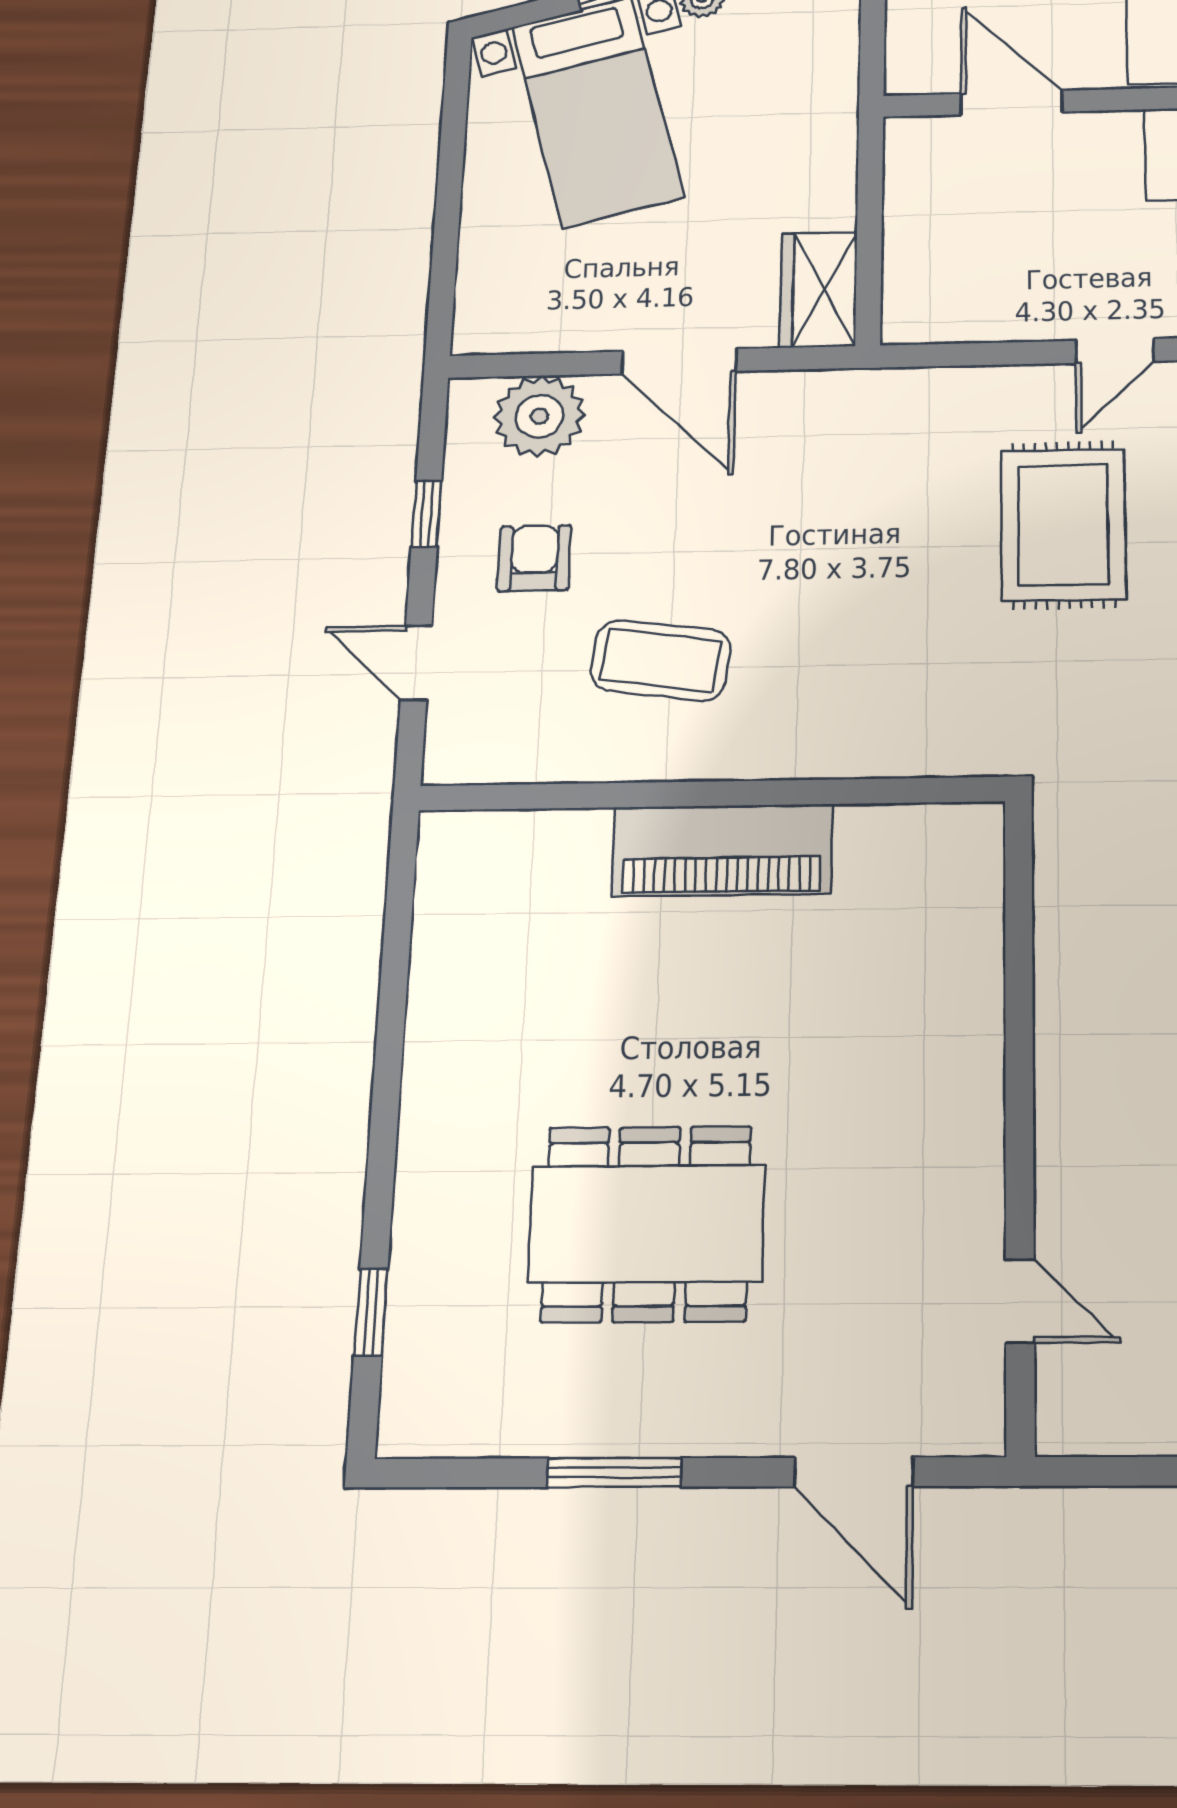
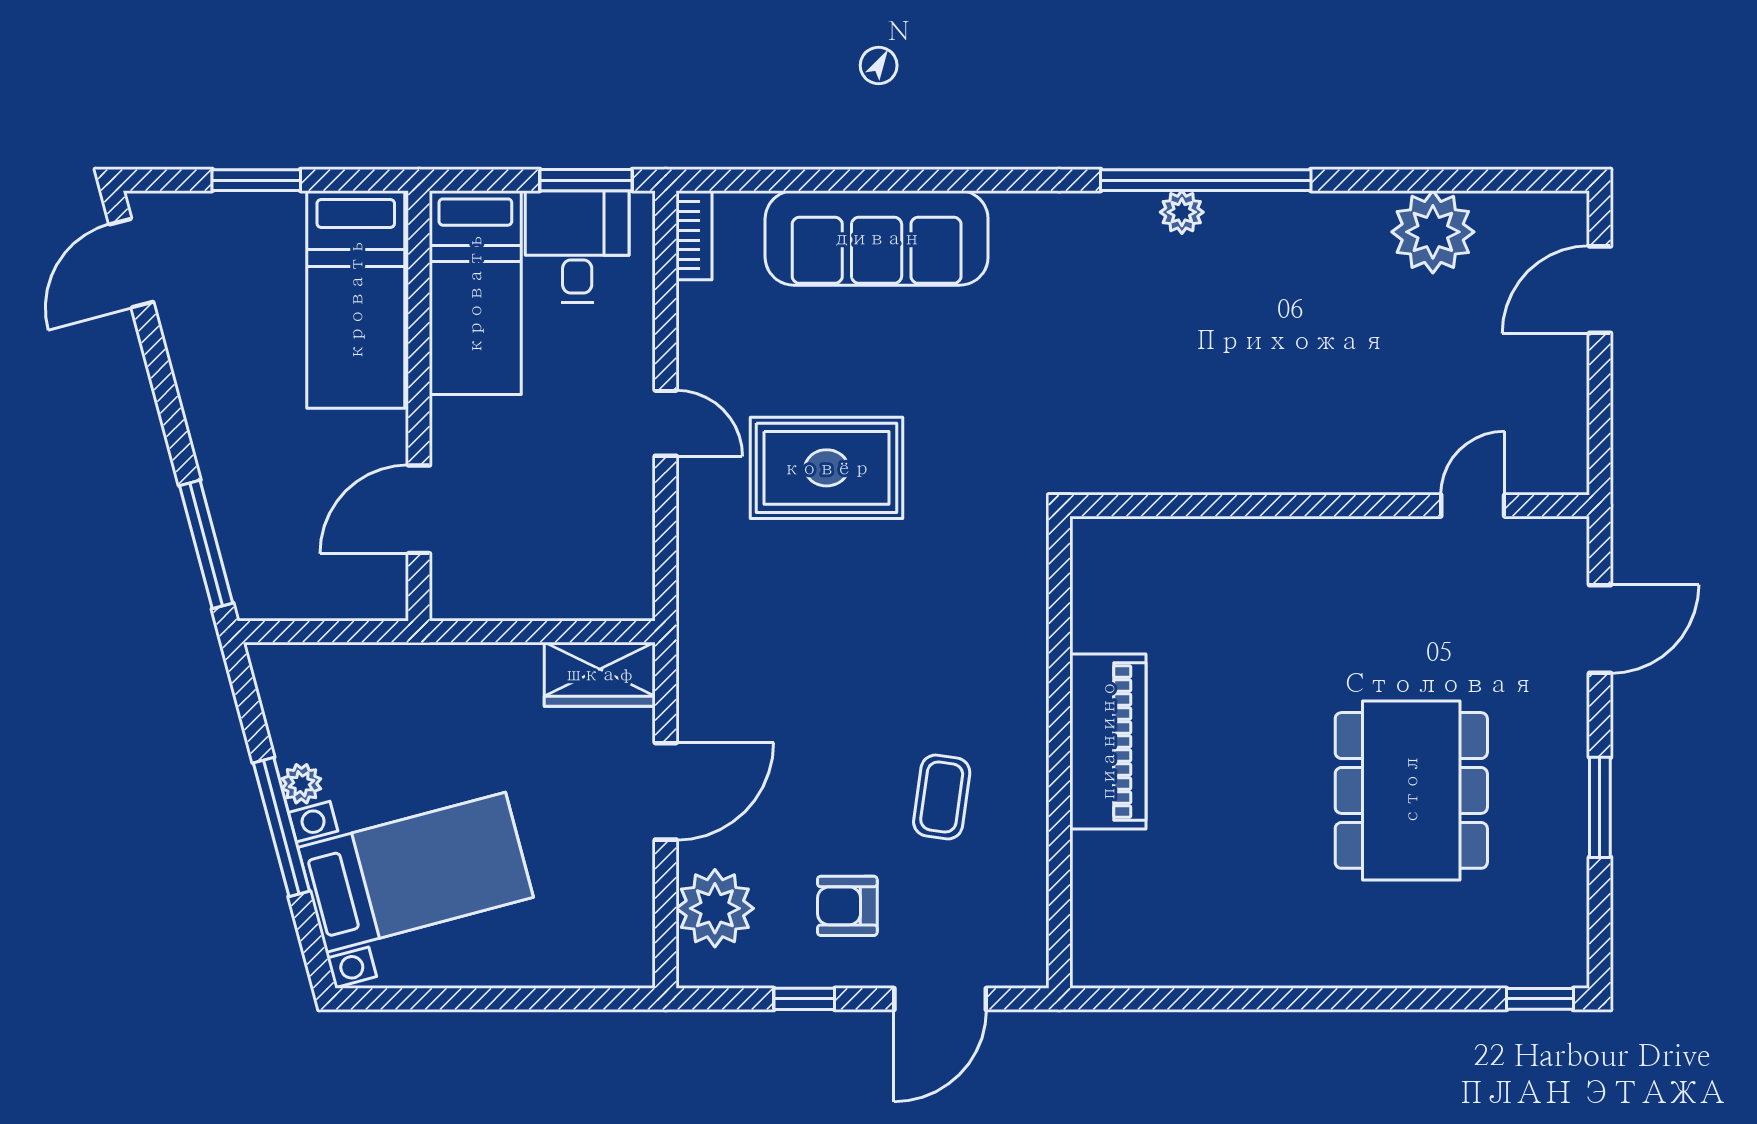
coffee table: (661, 660) -> (942, 797), width x0.73, depth x0.77
door: (416, 663) -> (940, 999), width x1.38
window: (371, 1312) -> (1540, 999), moved

